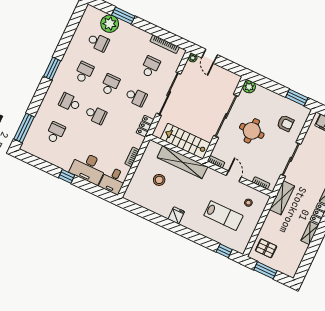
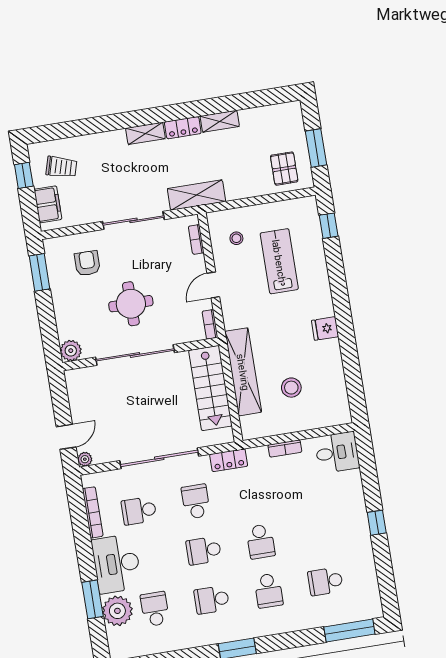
school desk: (96, 115) -> (261, 541), turned 180
desk: (88, 168) -> (117, 564), moved, turned 180

